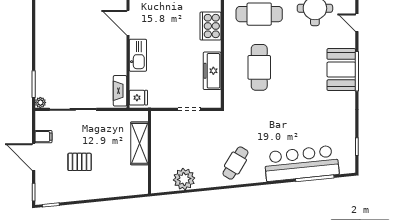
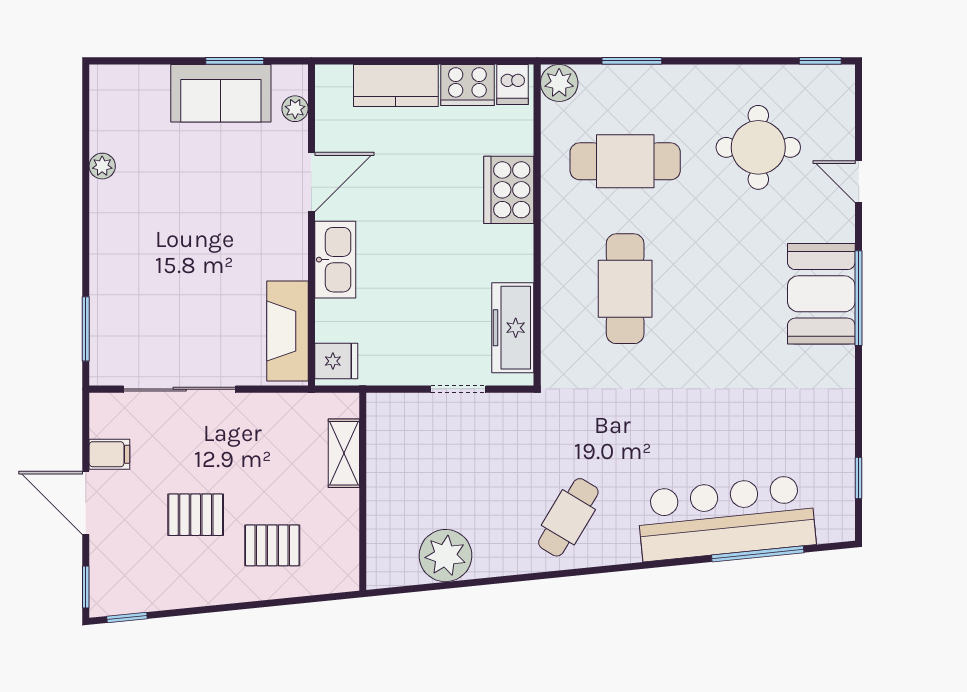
door: (128, 23) -> (311, 182), swing flipped
freezer: (212, 71) -> (513, 328), moved
fireplace: (120, 91) -> (287, 331), width x1.37, depth x1.32
plant: (40, 103) -> (102, 166), moved
shelving: (139, 143) -> (344, 453), width x0.67, depth x0.75
pallet: (112, 175) -> (272, 545), added

